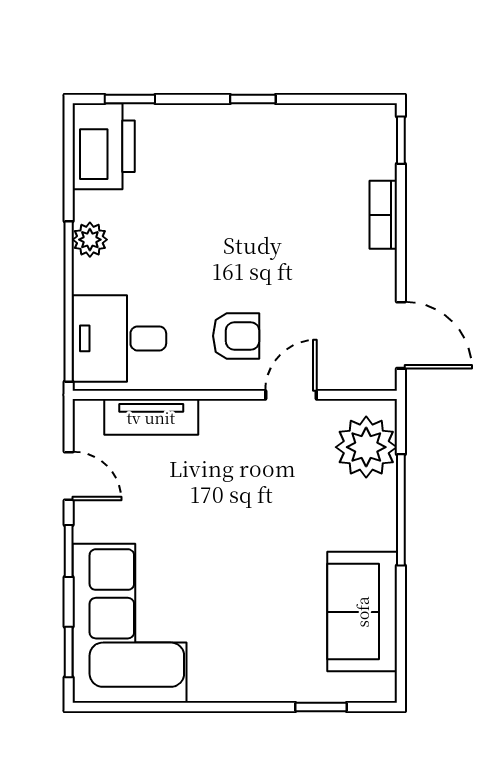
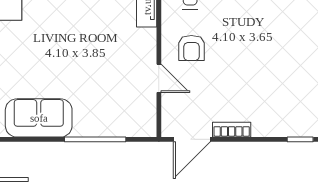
bookcase: (383, 215) -> (232, 130), moved
plant: (366, 447) -> (130, 120), removed

